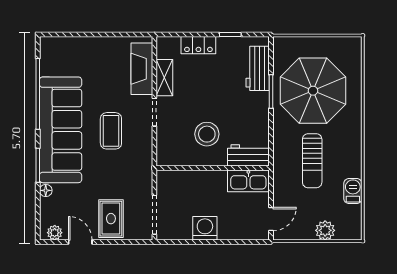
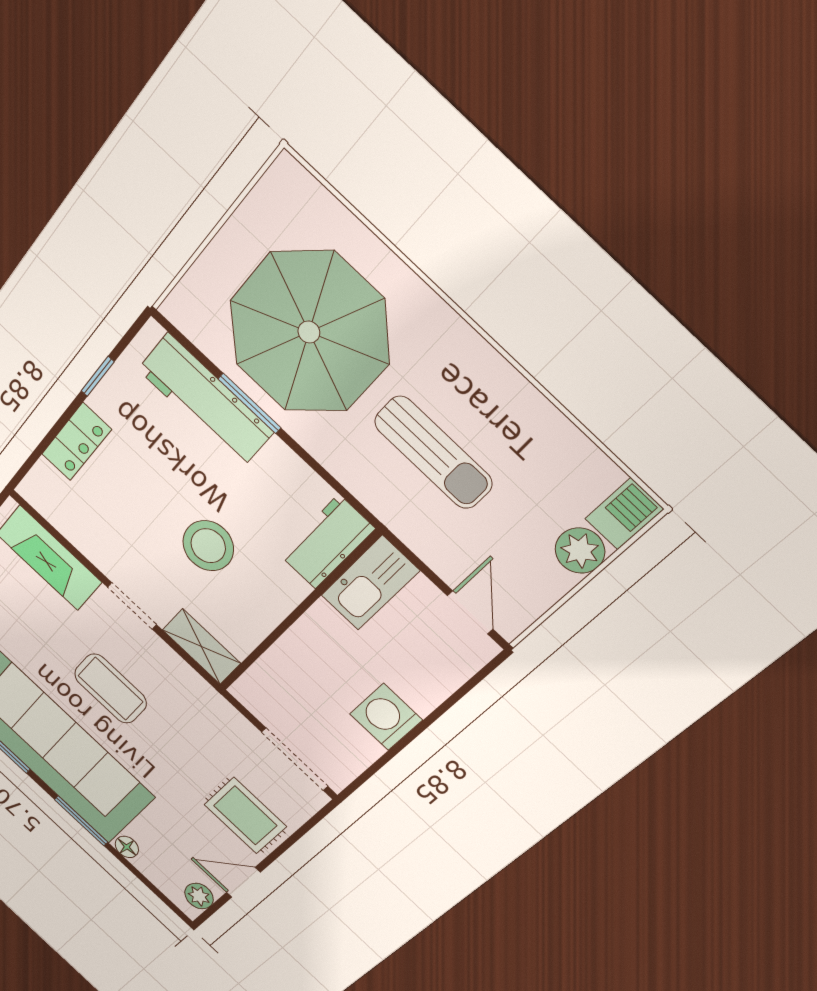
workbench: (258, 68) -> (205, 401), width x1.38
shelving: (164, 78) -> (201, 647), moved
stool: (207, 134) -> (208, 546), moved
barbecue: (353, 191) -> (624, 514), moved, turned 90

